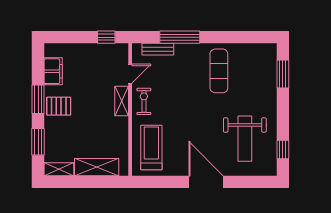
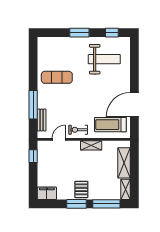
filing cabinet: (53, 71) -> (47, 193), moved
door: (130, 74) -> (59, 139), hinge flipped
window: (283, 74) -> (79, 33), moved
shelving: (122, 101) -> (91, 145), moved
window: (38, 142) -> (106, 204), width x1.44
door: (206, 182) -> (134, 105), moved

